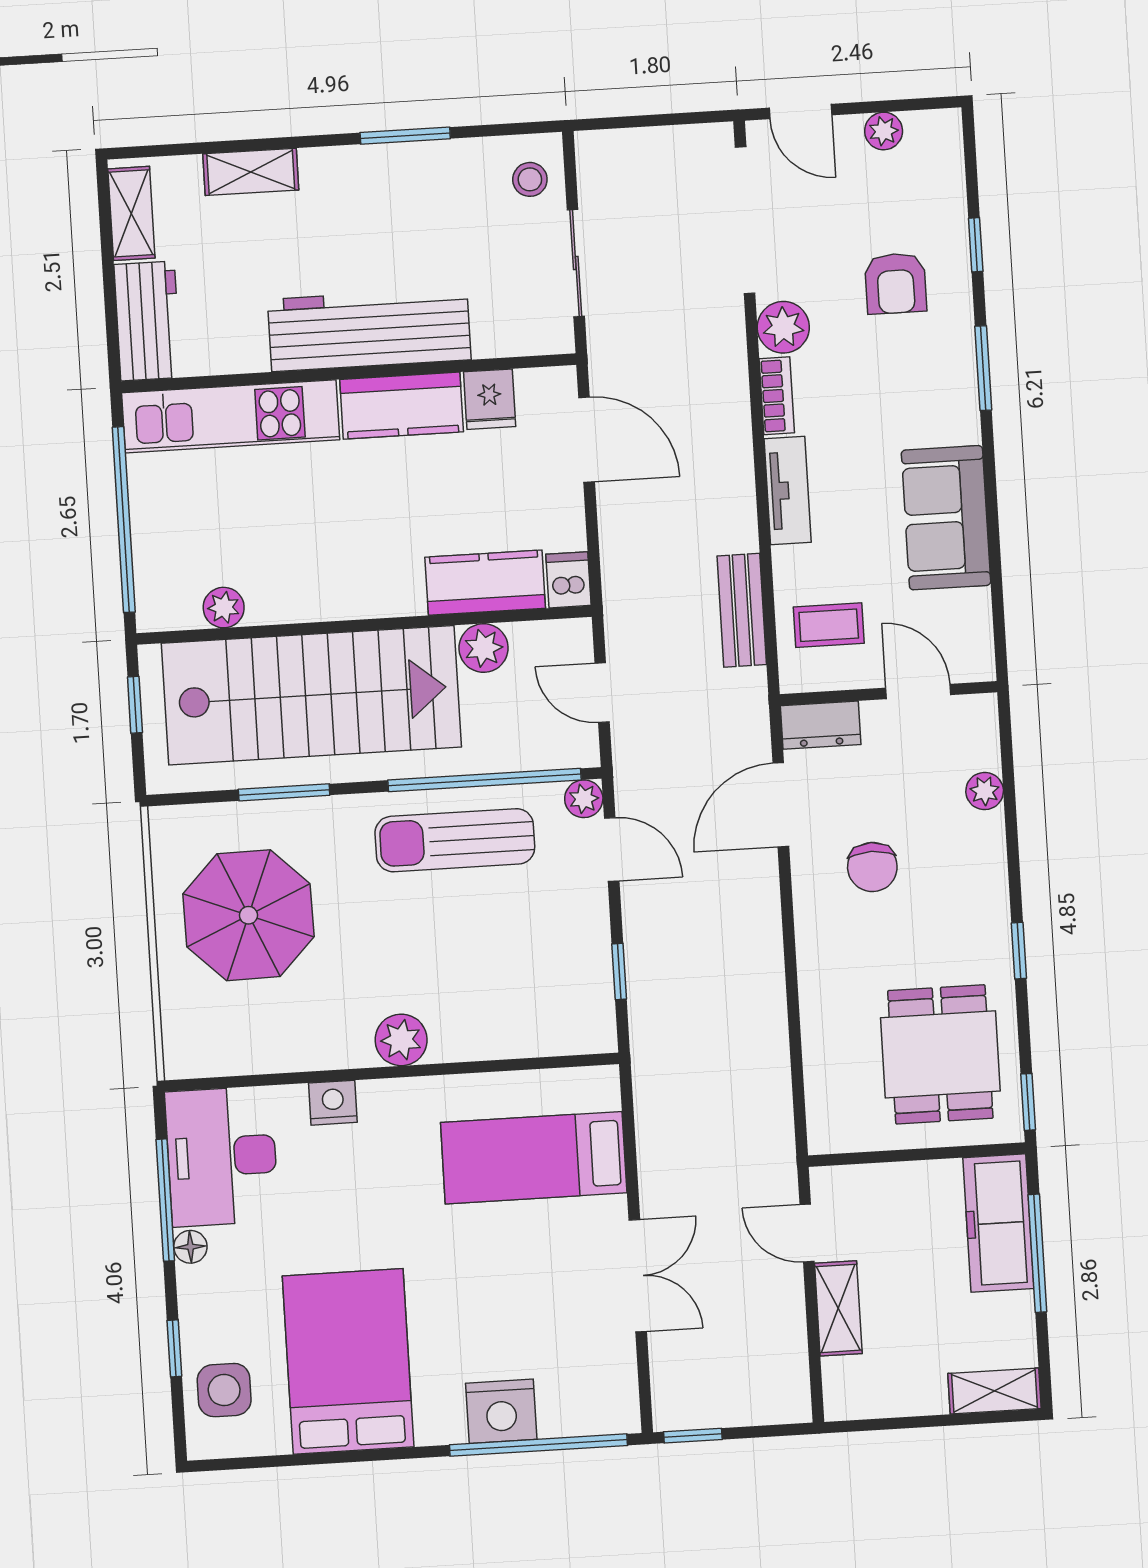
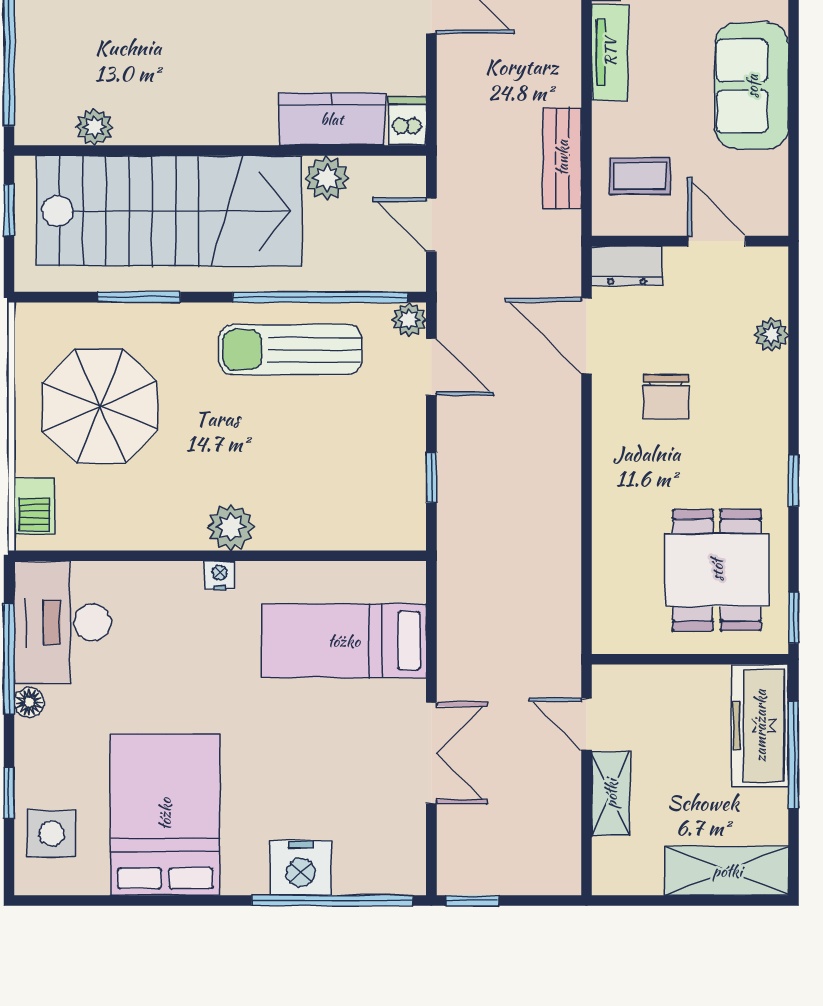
door: (781, 805) -> (587, 336), hinge flipped
barbecue: (183, 1030) -> (34, 506), added
nightstand: (333, 1103) -> (220, 575), moved, width x0.72, depth x0.74
shelving: (994, 1391) -> (727, 871), width x1.50, depth x1.33

